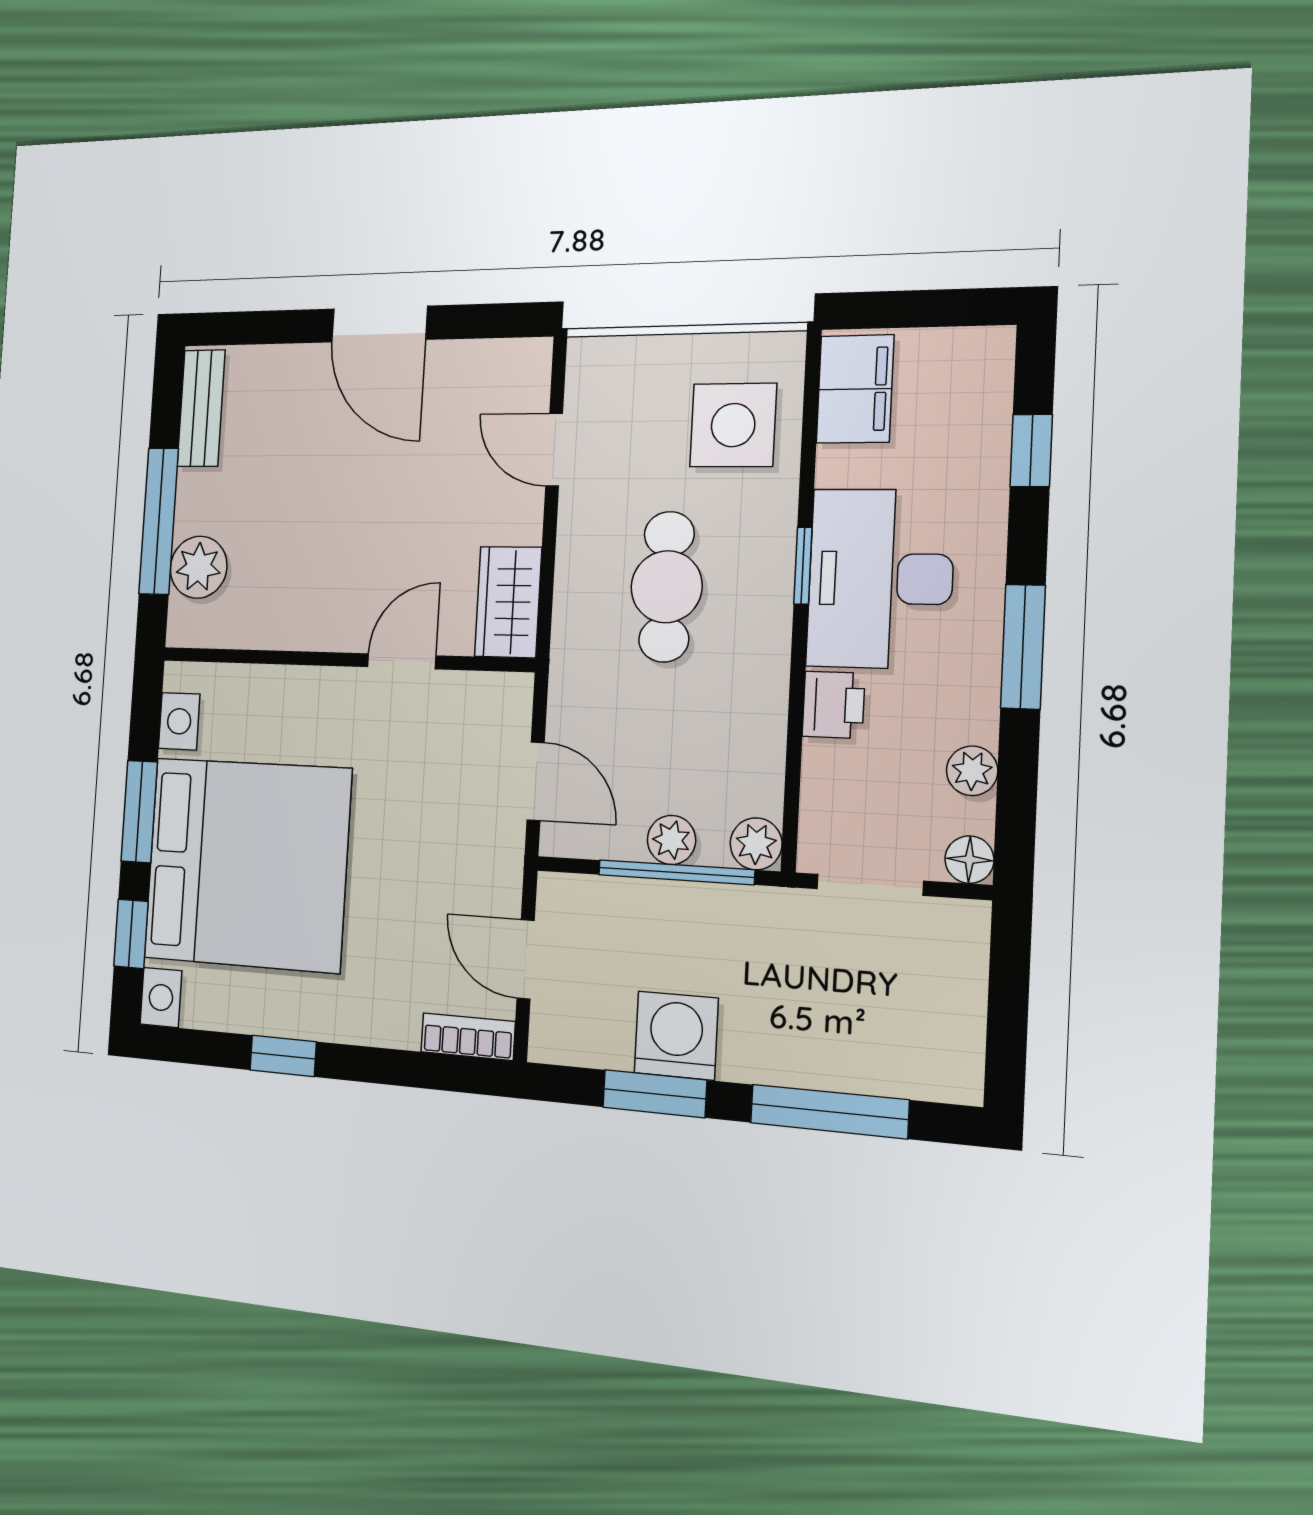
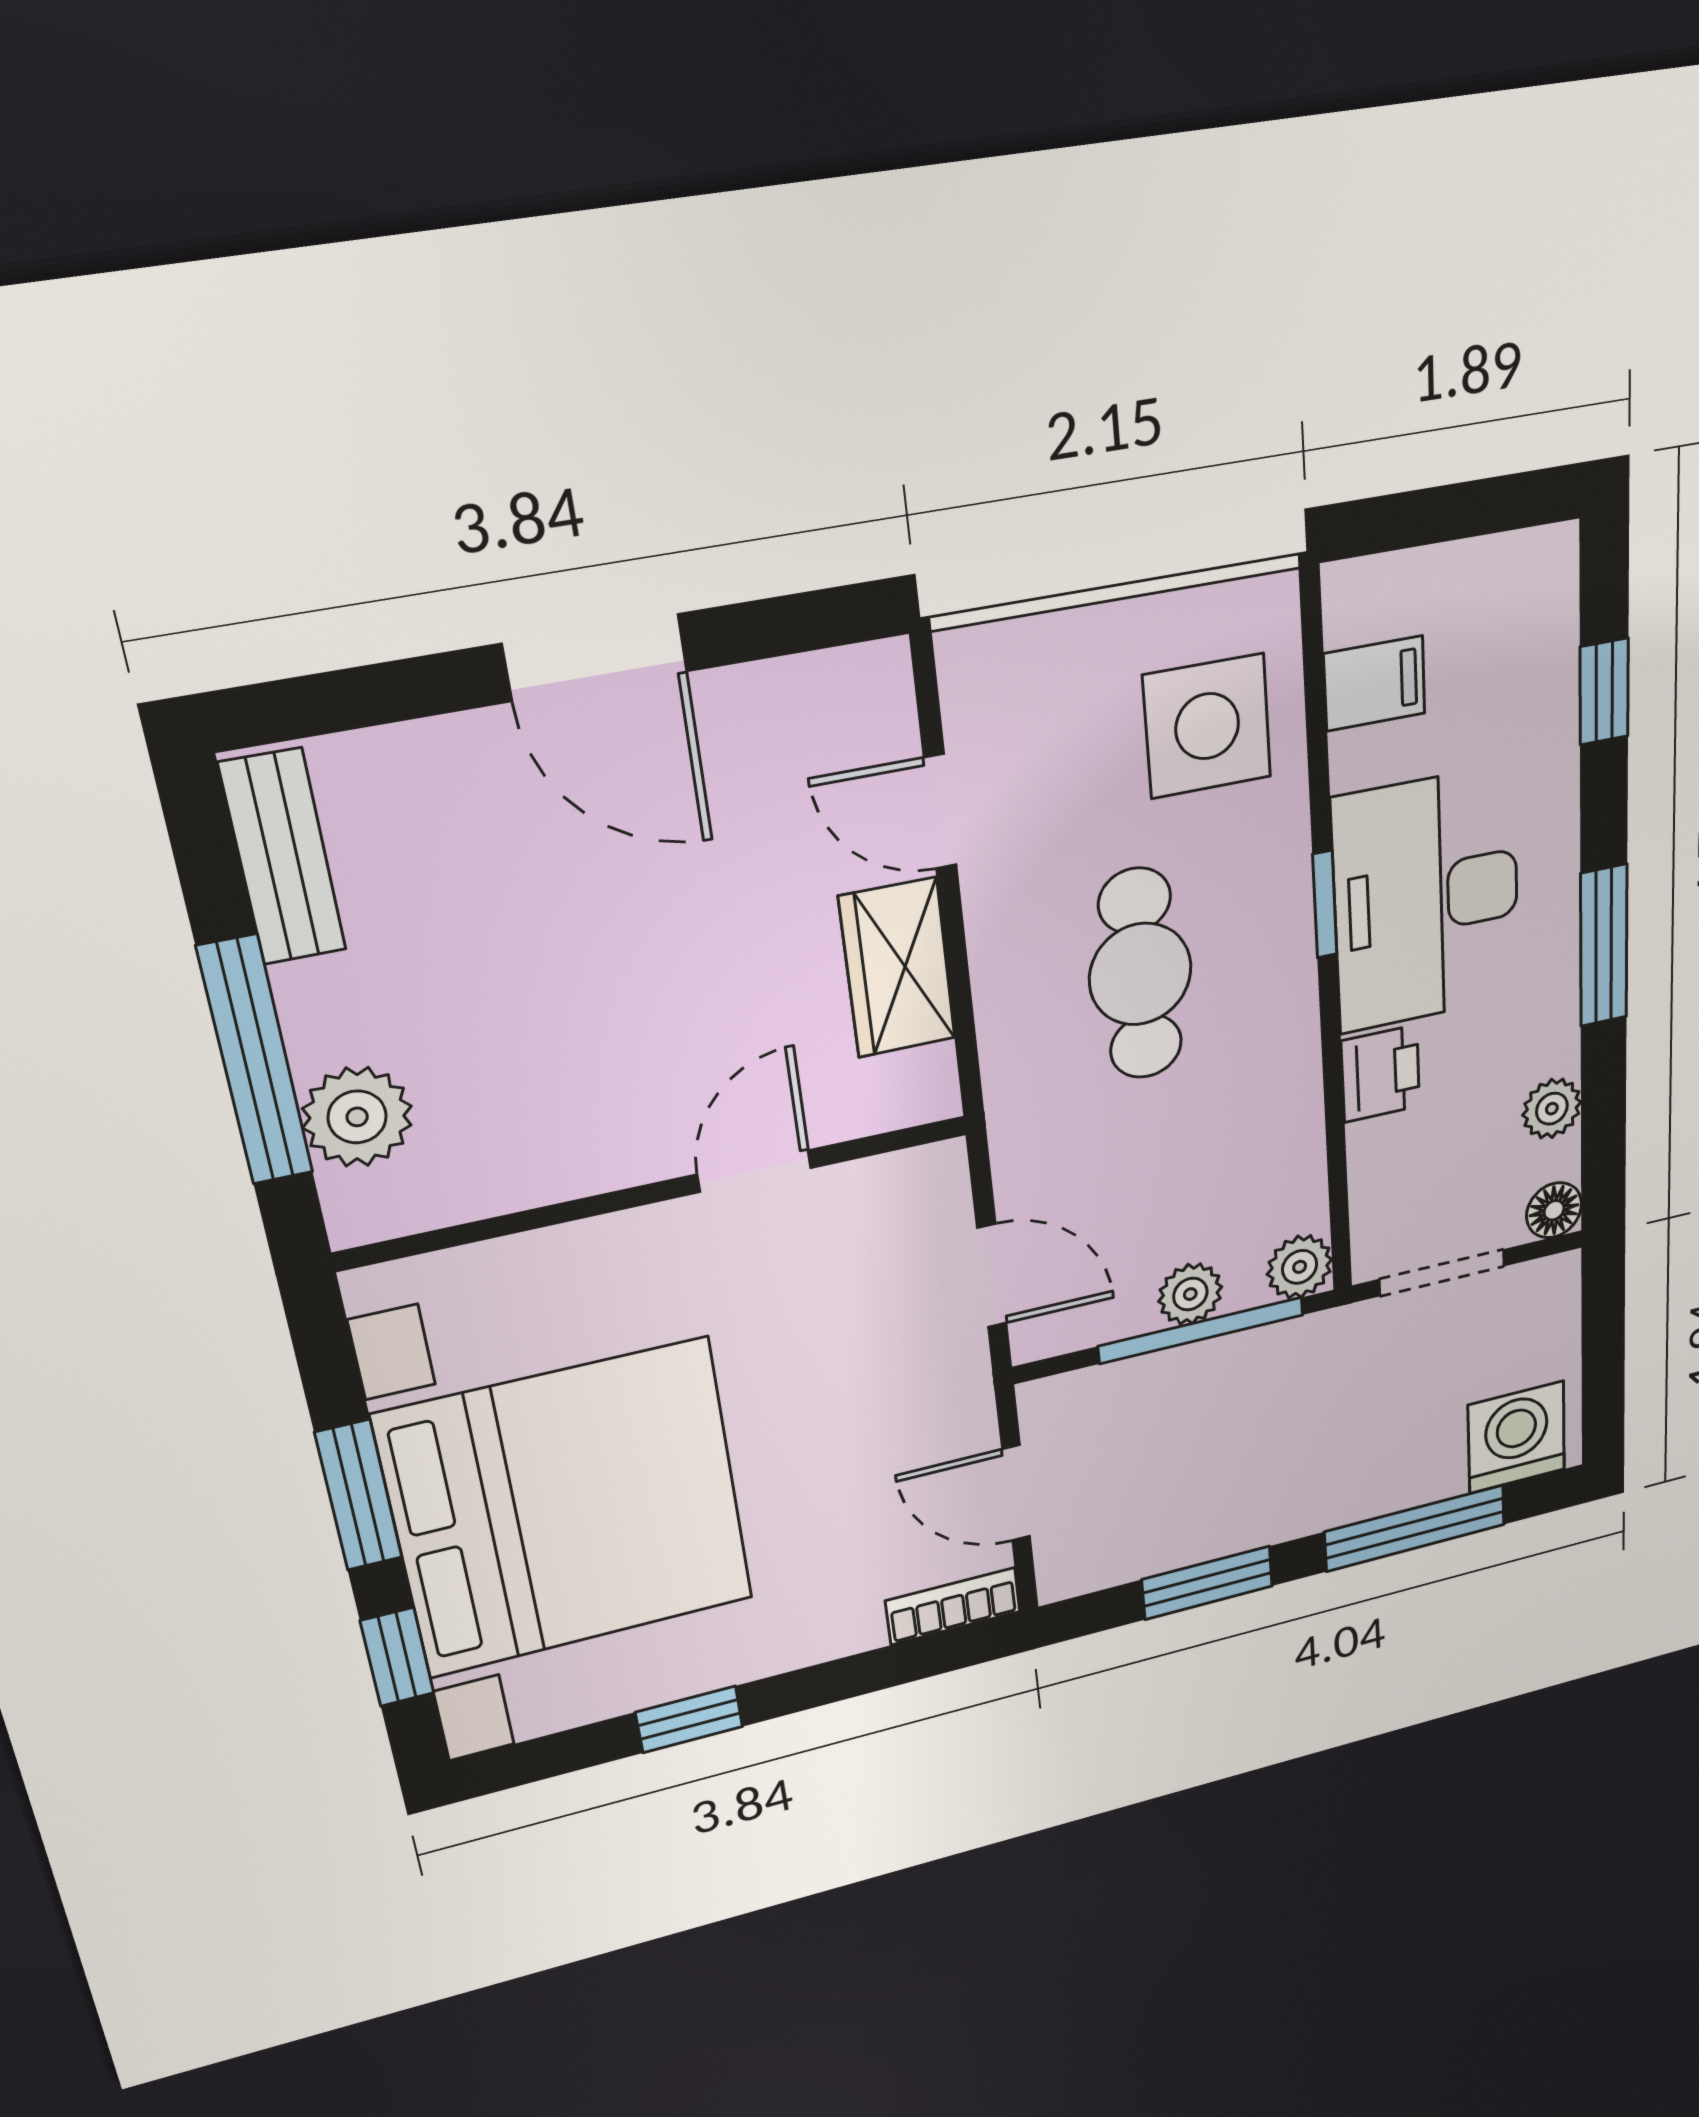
filing cabinet: (855, 389) -> (1375, 684), width x0.50
wardrobe: (508, 602) -> (897, 968), moved
washing machine: (676, 1036) -> (1516, 1437), moved

